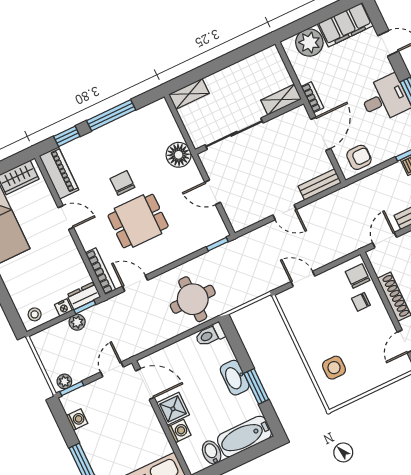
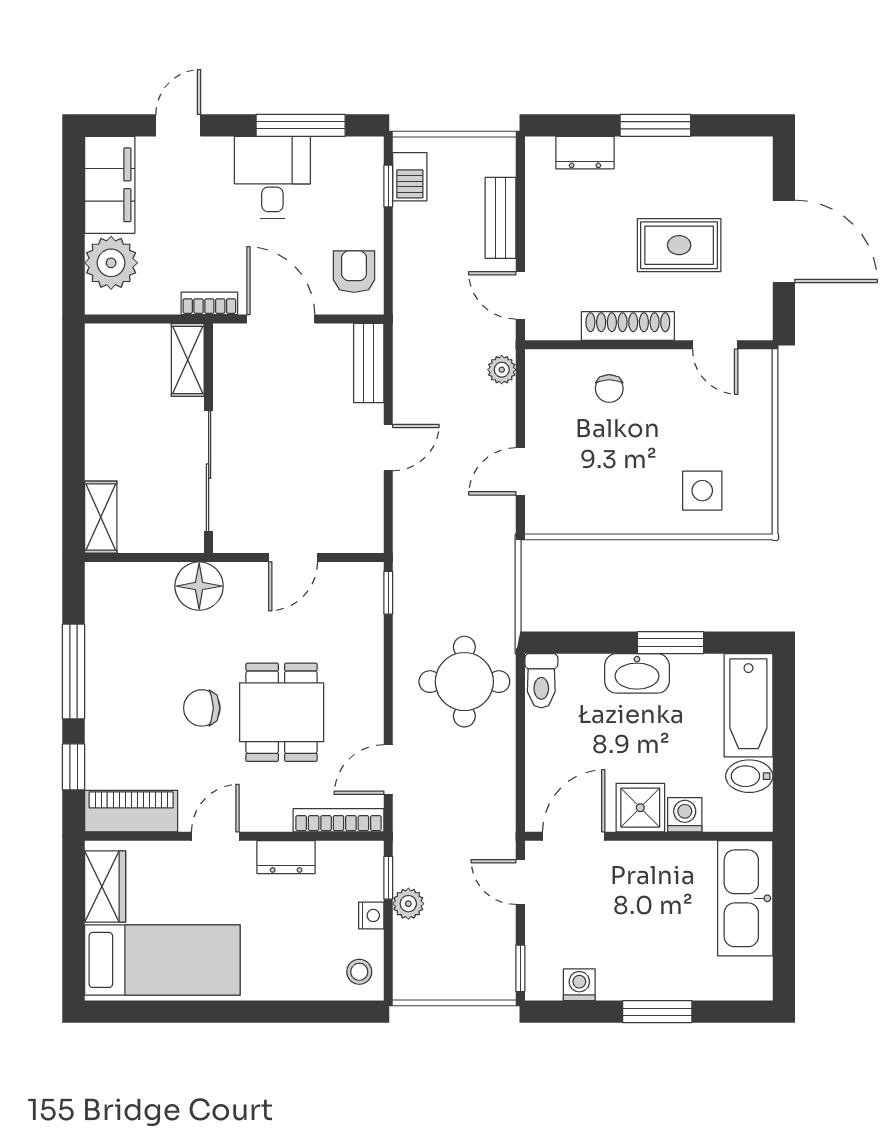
chair: (358, 276) -> (561, 373), removed
dresser: (84, 296) -> (286, 857), moved, turned -90
plant: (64, 381) -> (502, 370), moved

